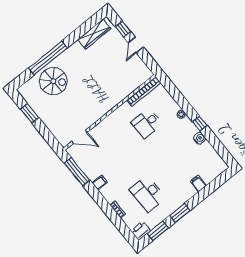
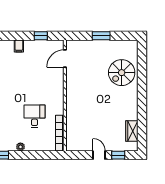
wardrobe: (94, 34) -> (132, 131), width x0.67
window: (48, 58) -> (142, 82), removed
window: (30, 113) -> (101, 36), moved
window: (77, 172) -> (41, 36), width x0.46

